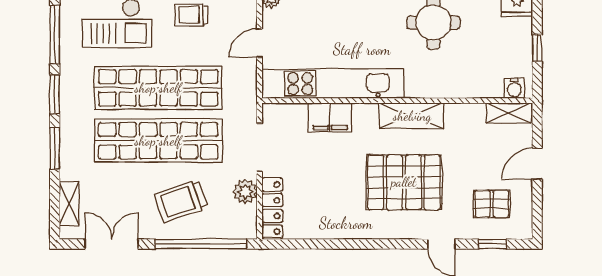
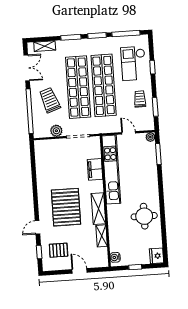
shelving: (509, 113) -> (102, 236), moved
pallet: (492, 204) -> (59, 250), turned 90
locker: (272, 208) -> (49, 144), removed

